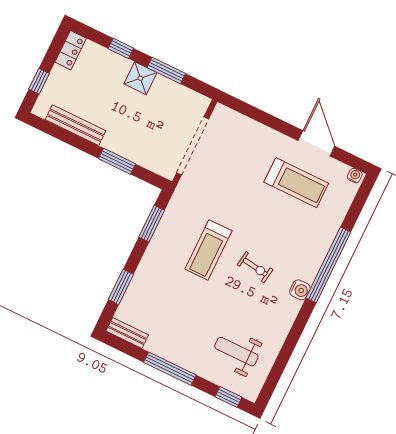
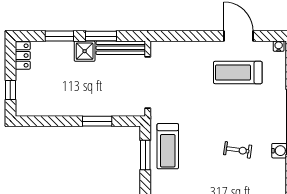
window: (121, 48) -> (59, 36), width x1.50
bench: (75, 125) -> (121, 48), moved
treadmill: (296, 183) -> (238, 72), turned 180
treadmill: (208, 250) -> (168, 146), moved

